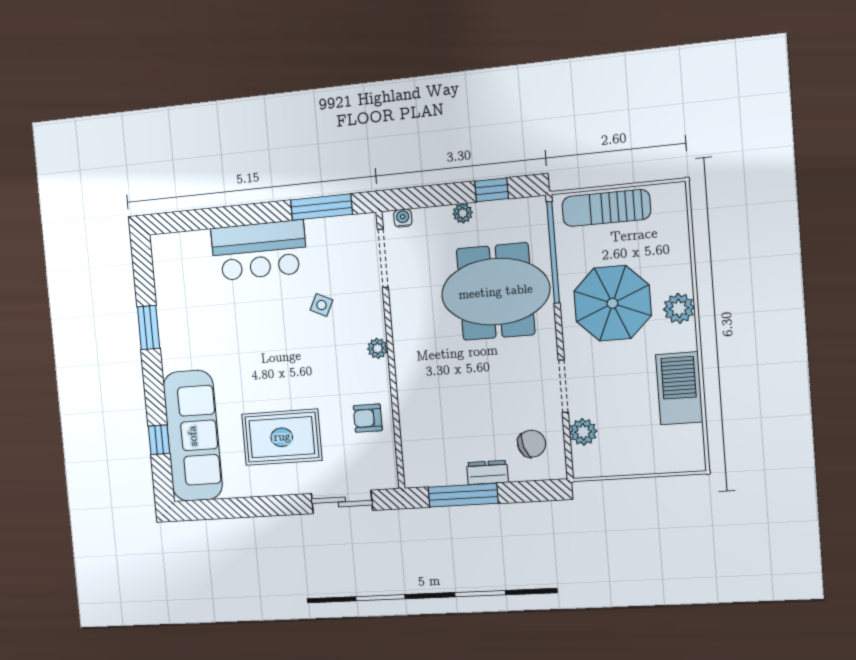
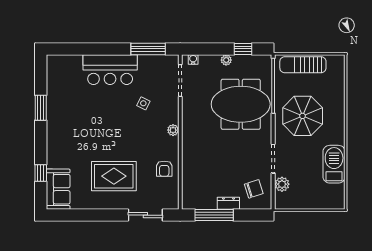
plant: (679, 308) -> (337, 122), removed
armchair: (368, 418) -> (164, 169), turned -90
sofa: (193, 436) -> (58, 189), width x0.54, depth x0.79

